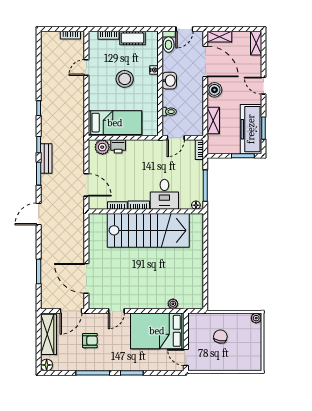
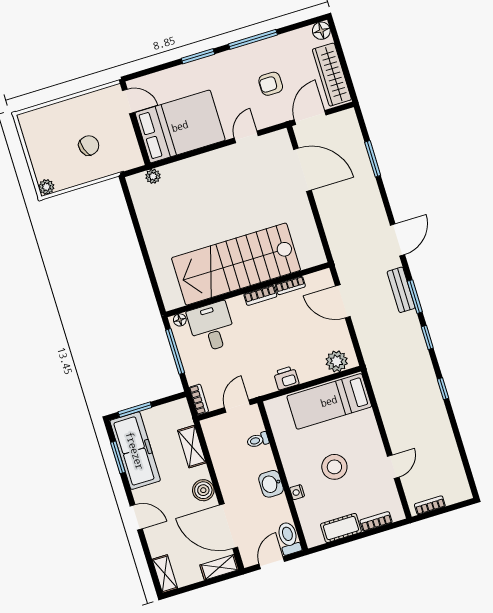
printer: (118, 146) -> (286, 378), moved
bench: (46, 158) -> (401, 290), moved
desk: (164, 194) -> (212, 327), moved
plant: (173, 304) -> (153, 176), moved
chair: (220, 337) -> (89, 146), turned -118

